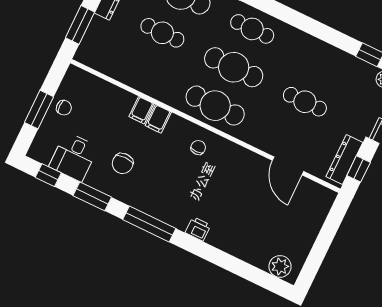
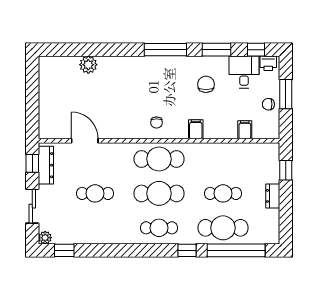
window: (80, 25) -> (286, 170), width x0.67
filing cabinet: (141, 110) -> (245, 130), moved
printer: (198, 229) -> (268, 63), moved
plant: (280, 266) -> (88, 65), moved

